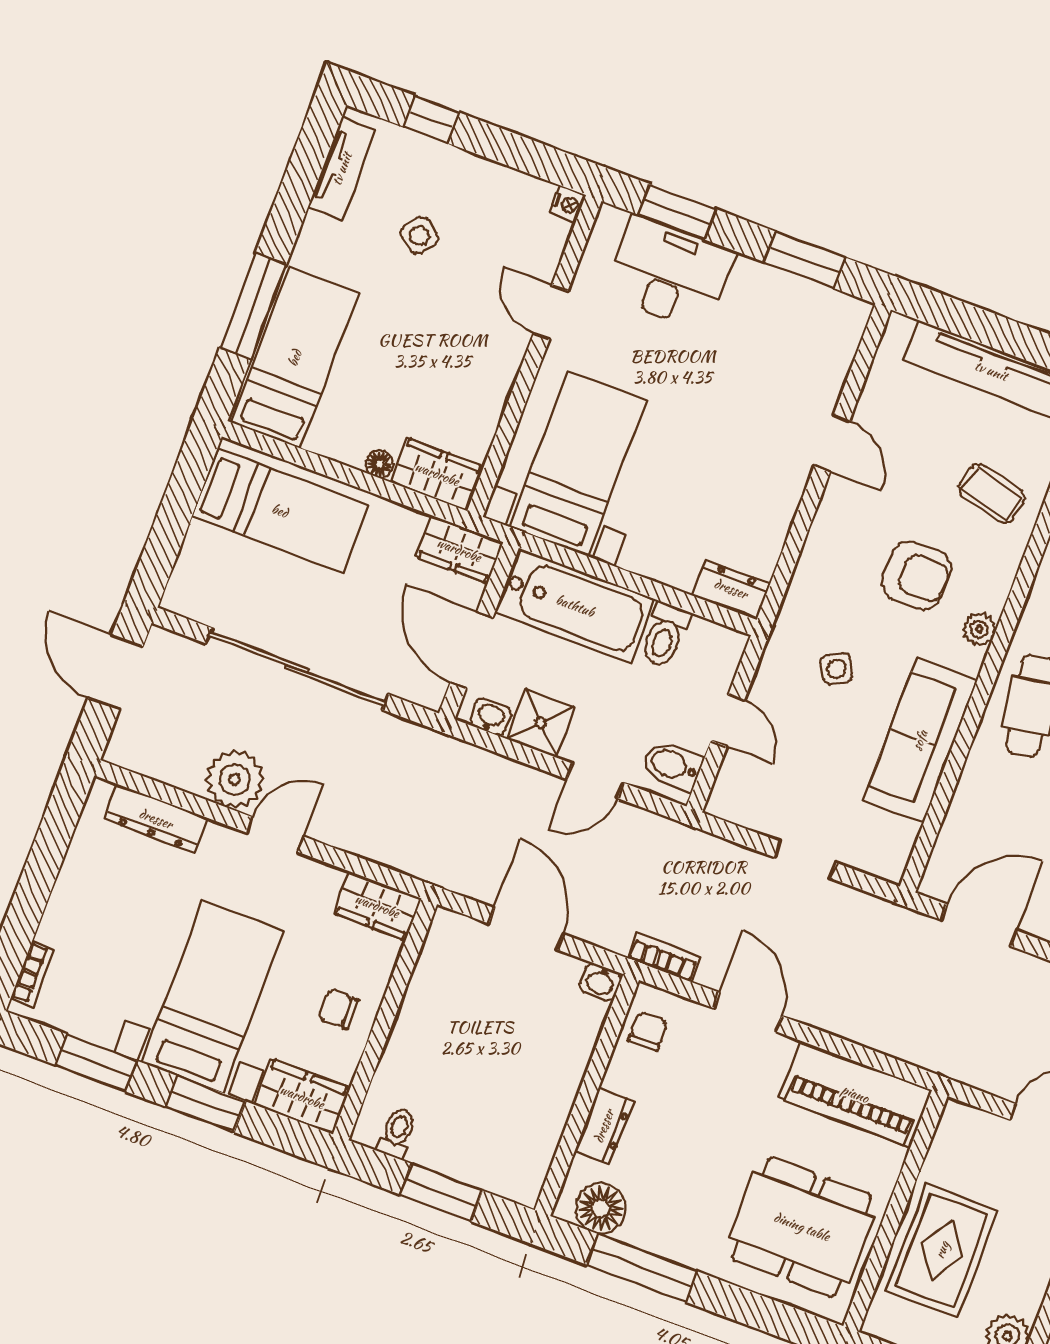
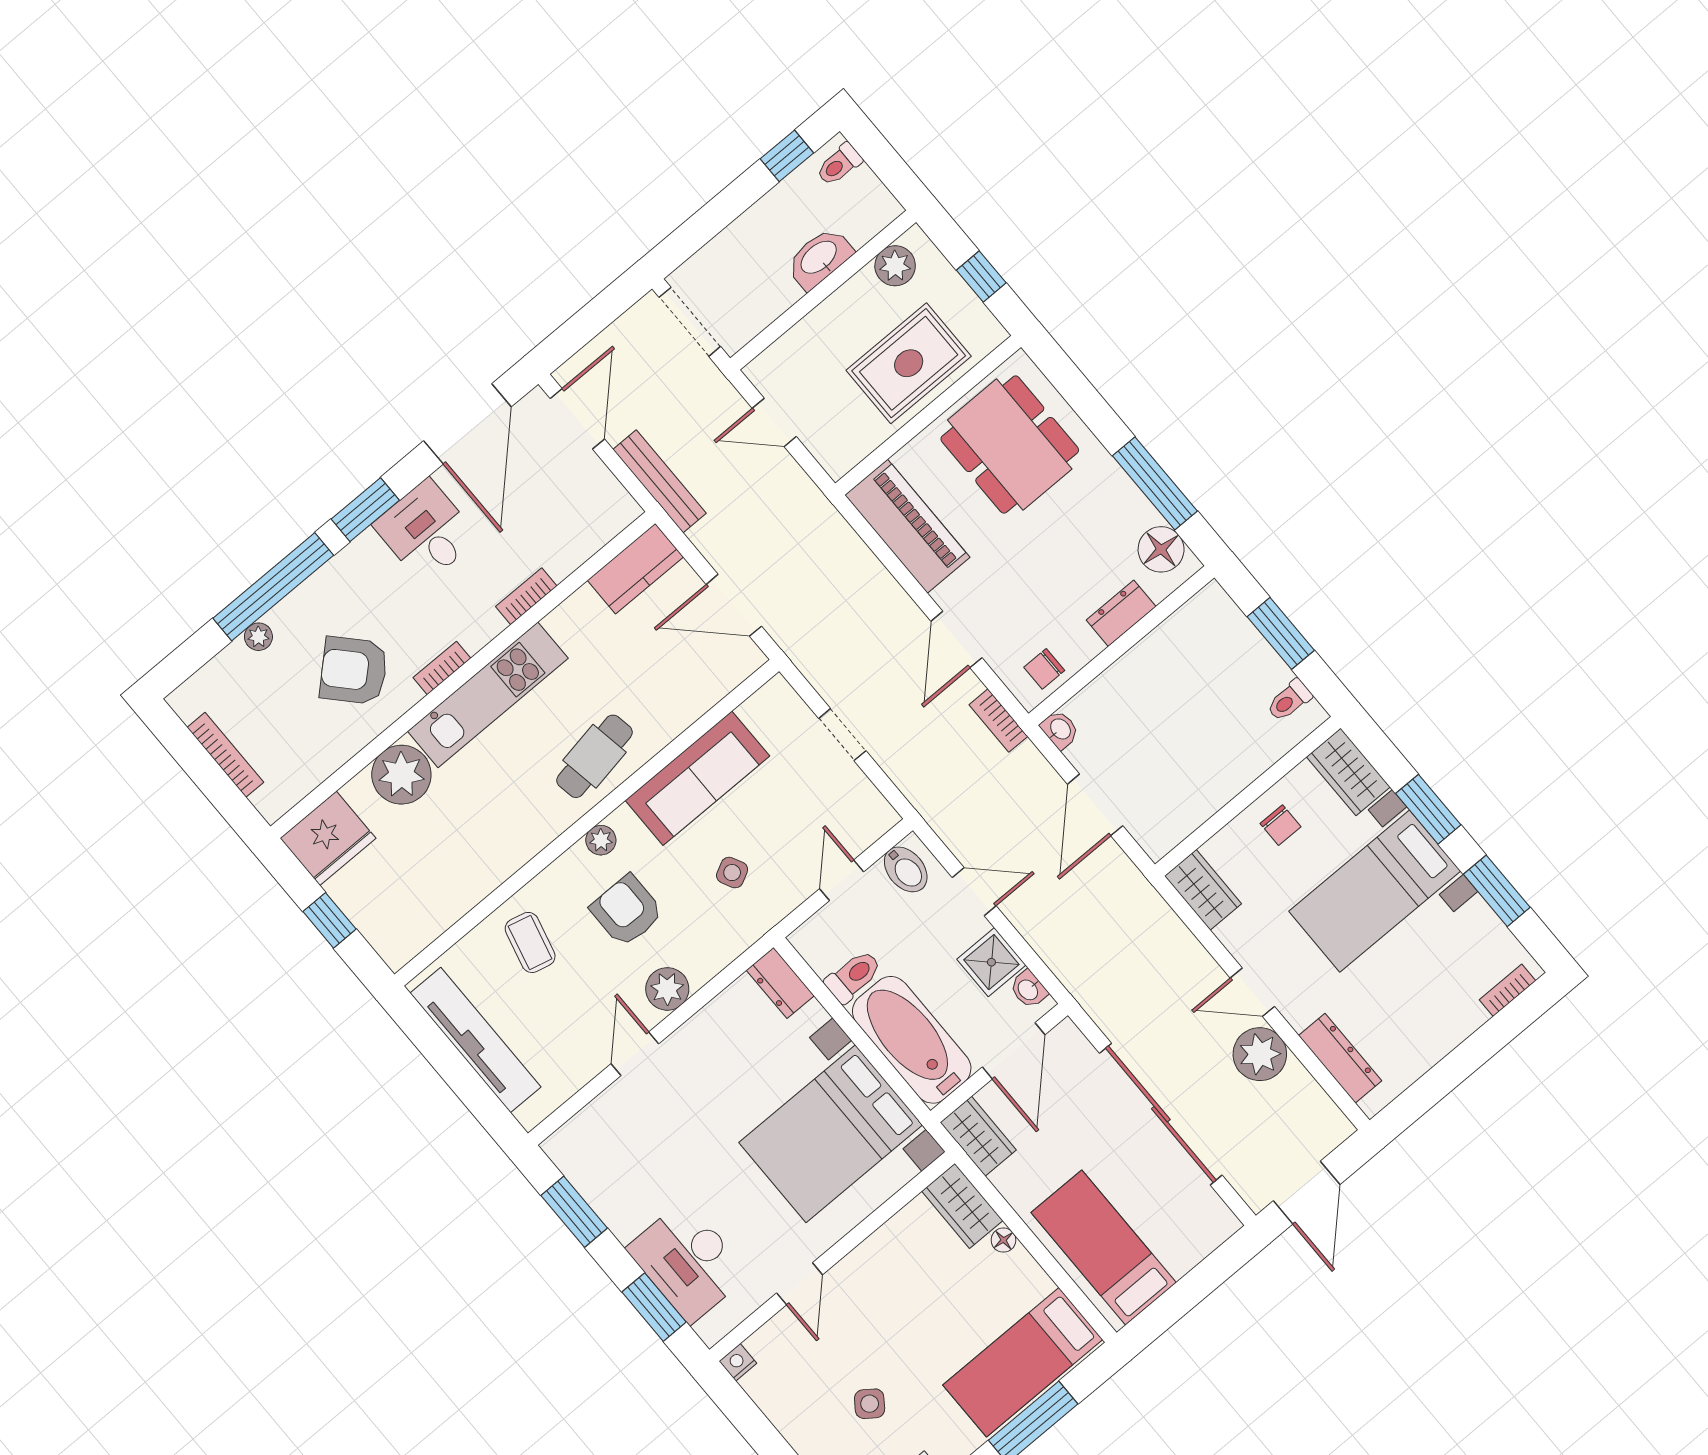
bed with nightstands: (578, 464) -> (831, 1134), width x1.36
plant: (836, 523) -> (667, 989), added

